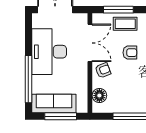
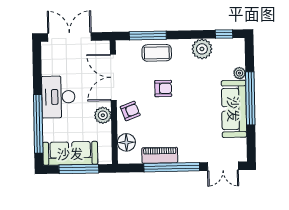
double door: (90, 43) -> (113, 77), swing flipped
desk: (49, 52) -> (58, 97), width x0.73, depth x0.77
plant: (81, 73) -> (103, 115), added
piano: (126, 106) -> (160, 155), added

